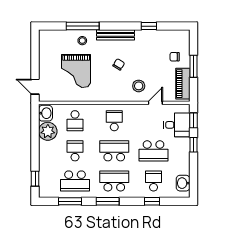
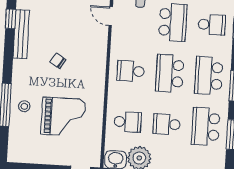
bench: (116, 35) -> (21, 34), moved
stool: (139, 86) -> (87, 37), removed
school desk: (75, 181) -> (206, 127), turned 180
school desk: (154, 181) -> (212, 25), turned 180

